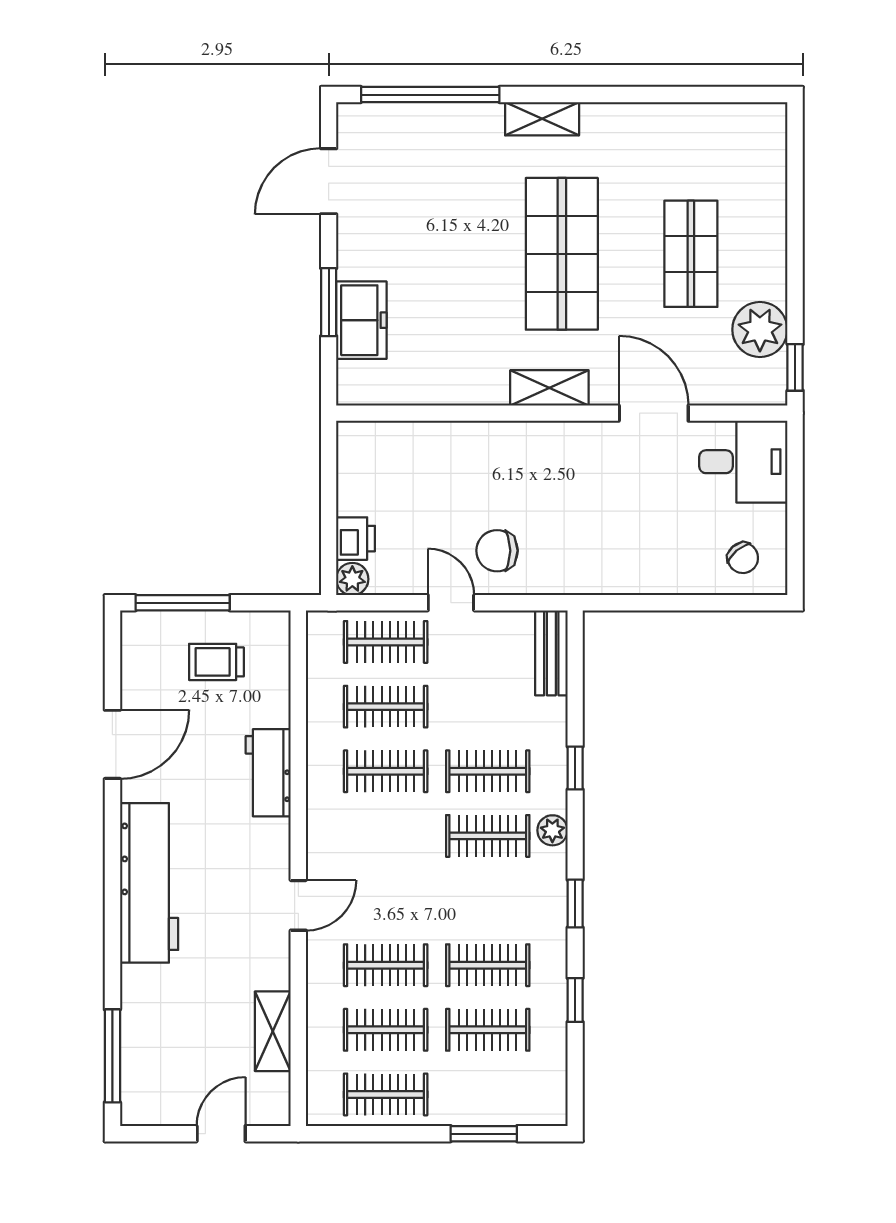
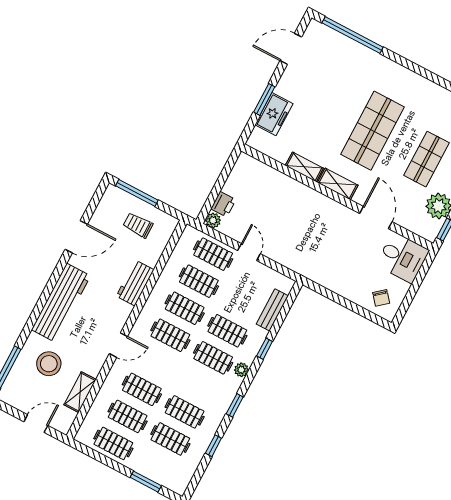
shelving: (542, 119) -> (304, 167), moved
chair: (497, 551) -> (280, 241), removed
bench: (551, 653) -> (272, 310), moved
clothes rail: (386, 836) -> (170, 335), added
stool: (186, 1009) -> (49, 364), added

